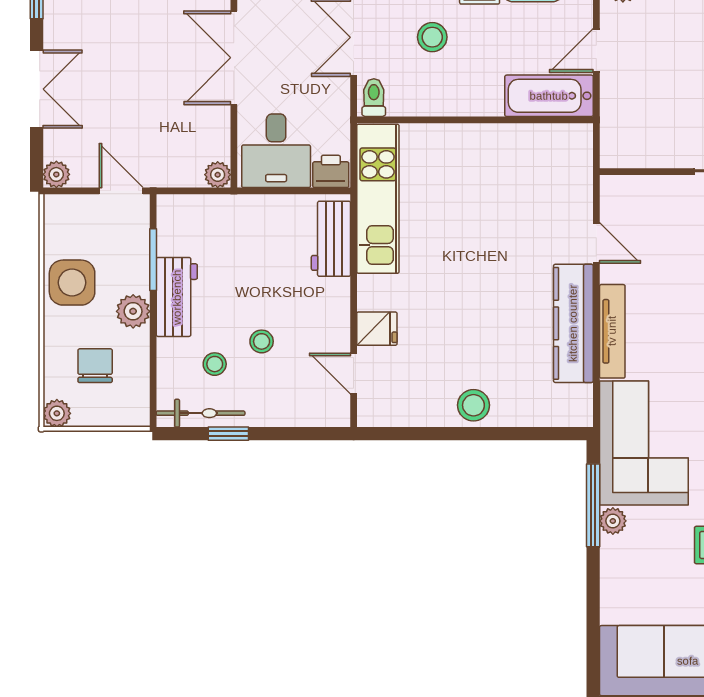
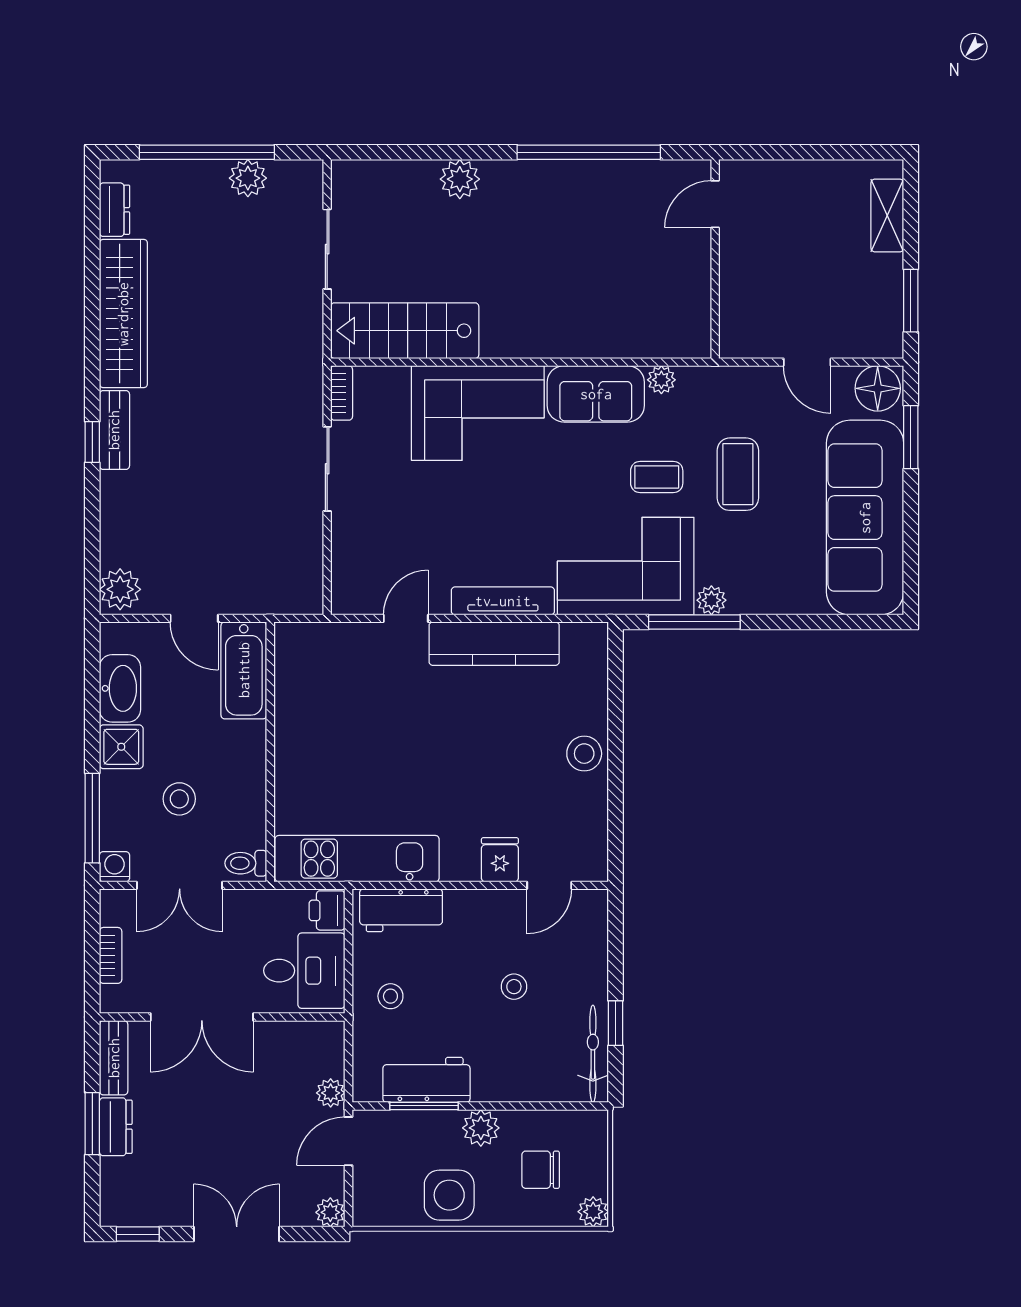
plant: (218, 175) -> (331, 1093), moved
workbench: (177, 297) -> (426, 1080), moved
stool: (215, 364) -> (390, 996), moved

